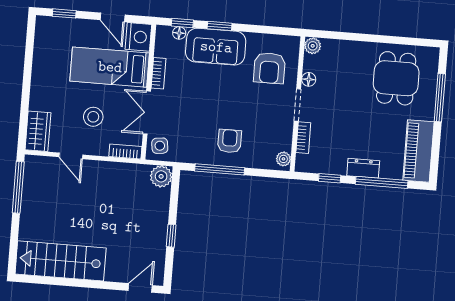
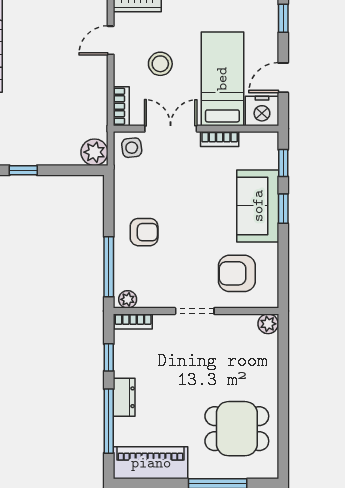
floor lamp: (179, 33) -> (271, 160), removed
floor lamp: (309, 79) -> (227, 322), removed
bookcase: (303, 138) -> (133, 321), moved
window: (220, 169) -> (109, 267), moved

